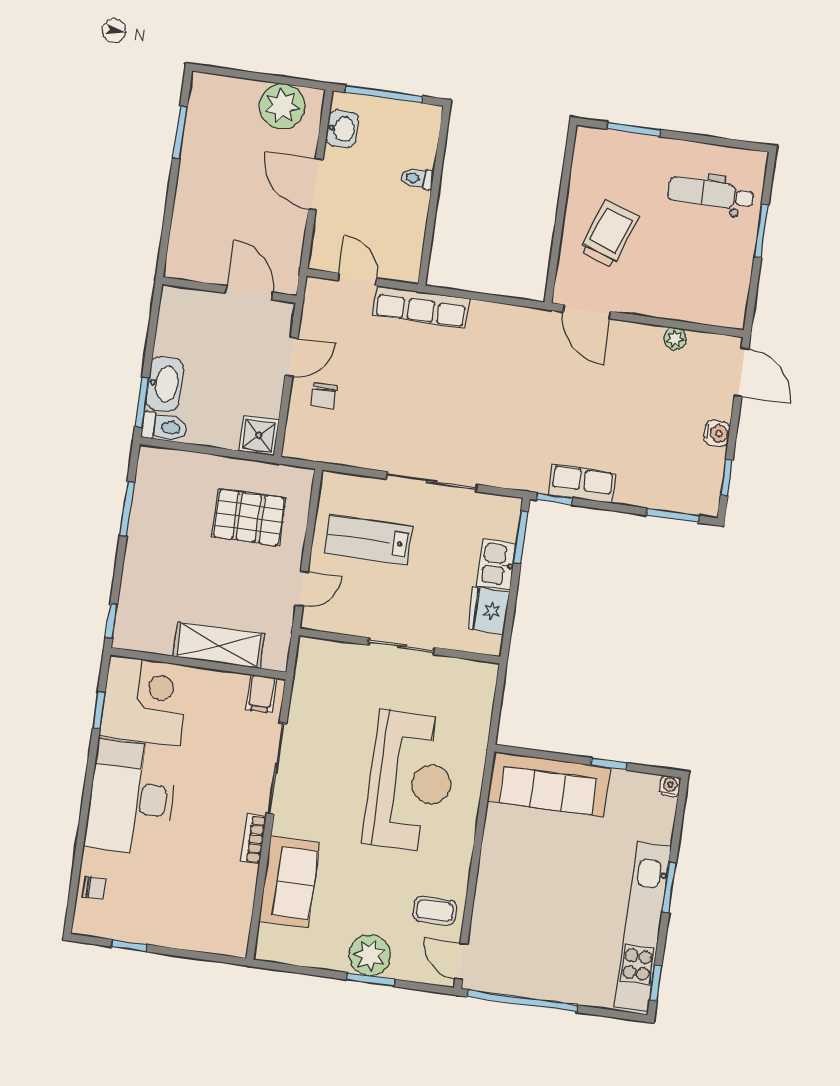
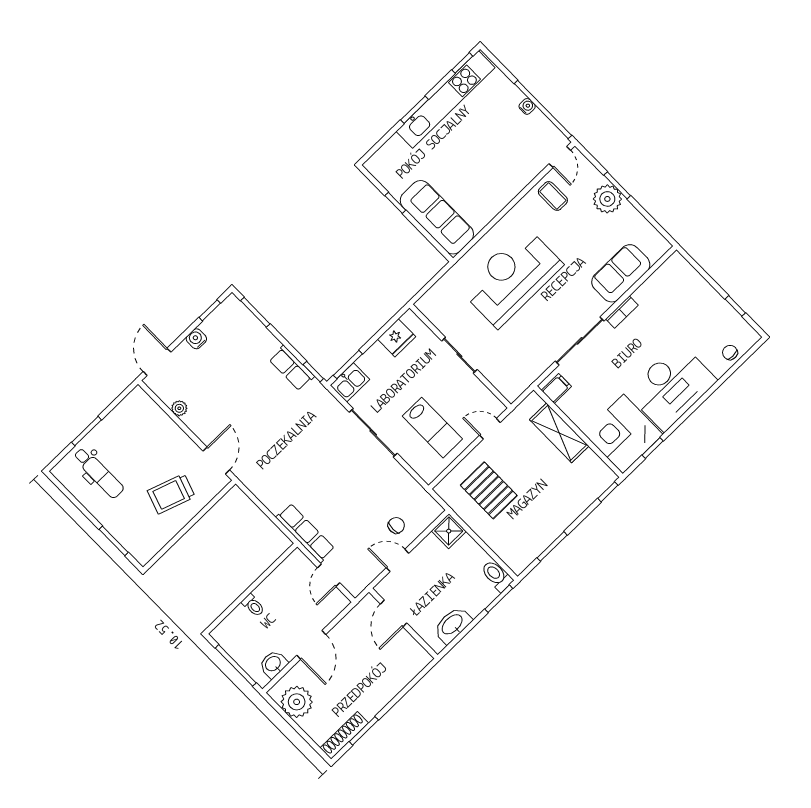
shoe rack: (198, 110) -> (344, 735), added
washbasin: (165, 384) -> (453, 625), moved
kitchen sink: (496, 564) -> (350, 382), moved
water cooler: (670, 786) -> (527, 106), moved, turned 180

